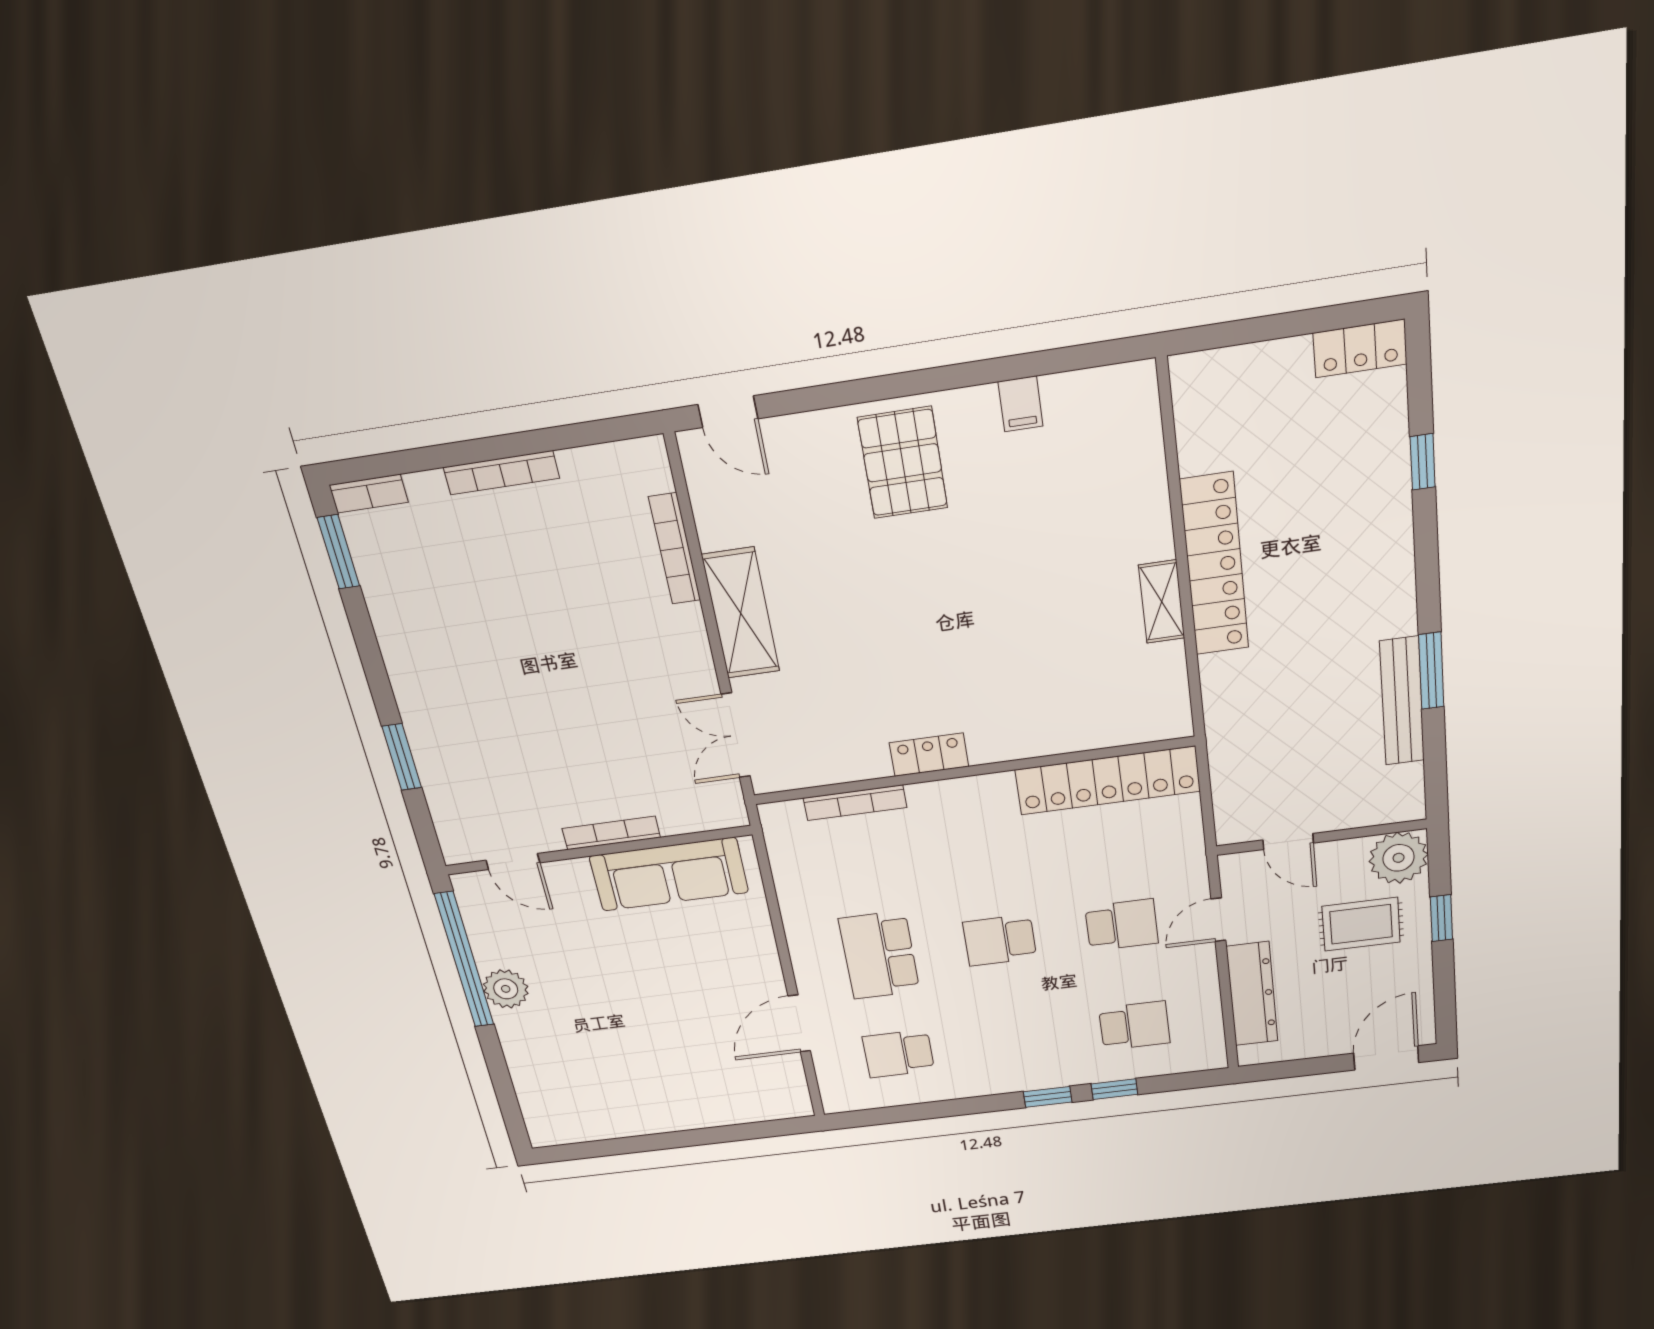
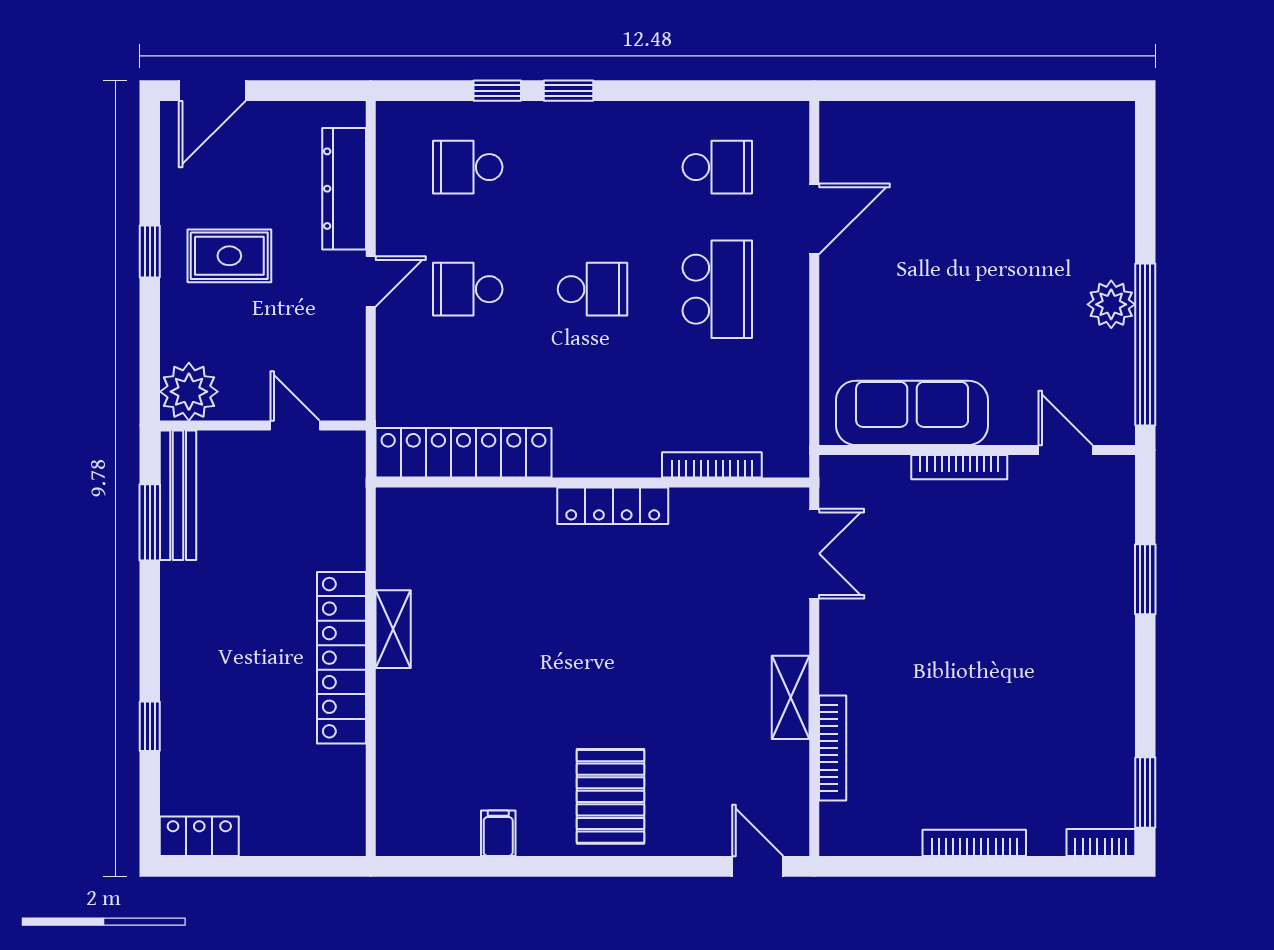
shelving: (741, 613) -> (791, 697), width x0.67, depth x0.75
locker: (929, 755) -> (613, 506), width x1.53
wall: (1321, 837) -> (263, 426), moved
door: (1288, 842) -> (295, 426), moved
plant: (1399, 858) -> (189, 392), moved

